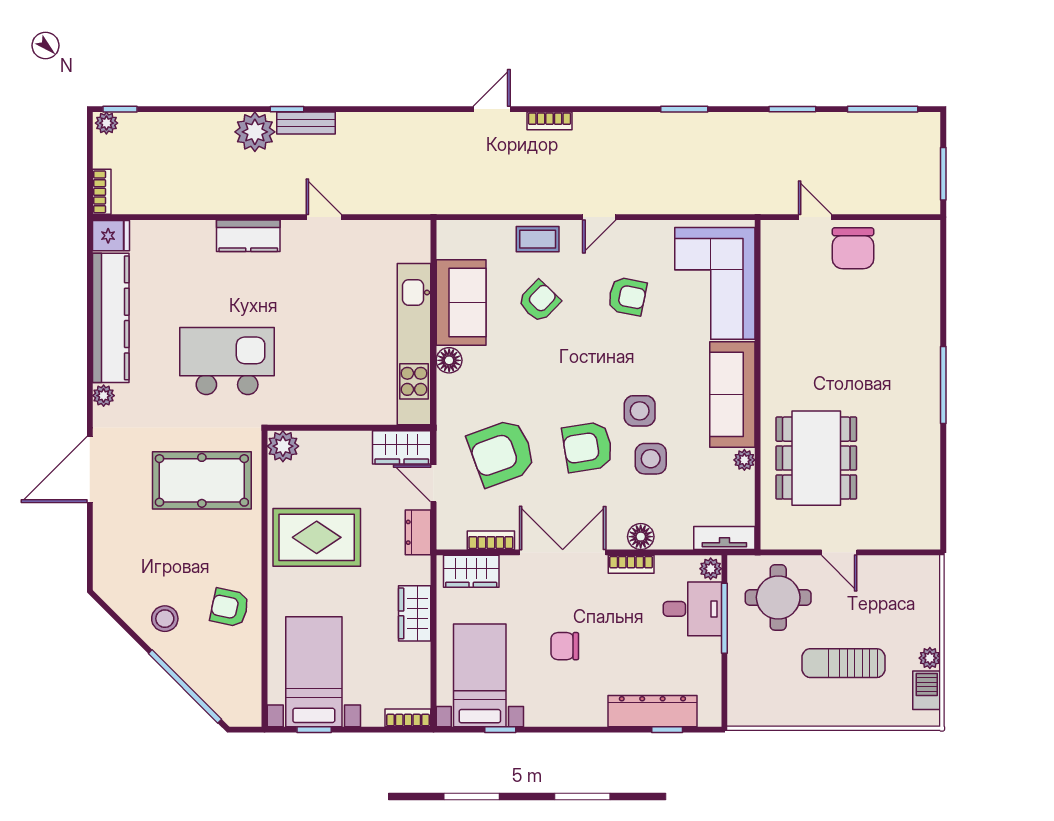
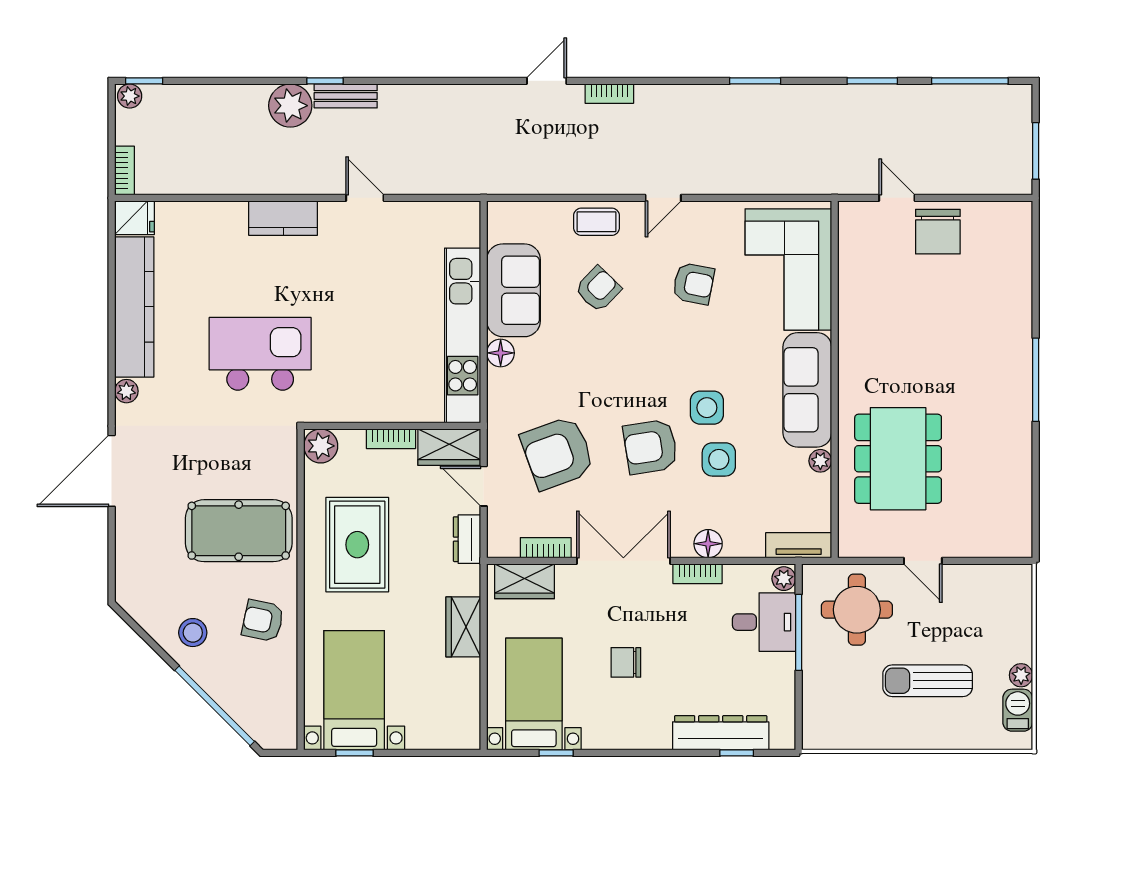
pool table: (202, 480) -> (239, 531), moved
rug: (317, 537) -> (357, 545), turned 90
bookcase: (408, 718) -> (391, 439), moved, turned 180

